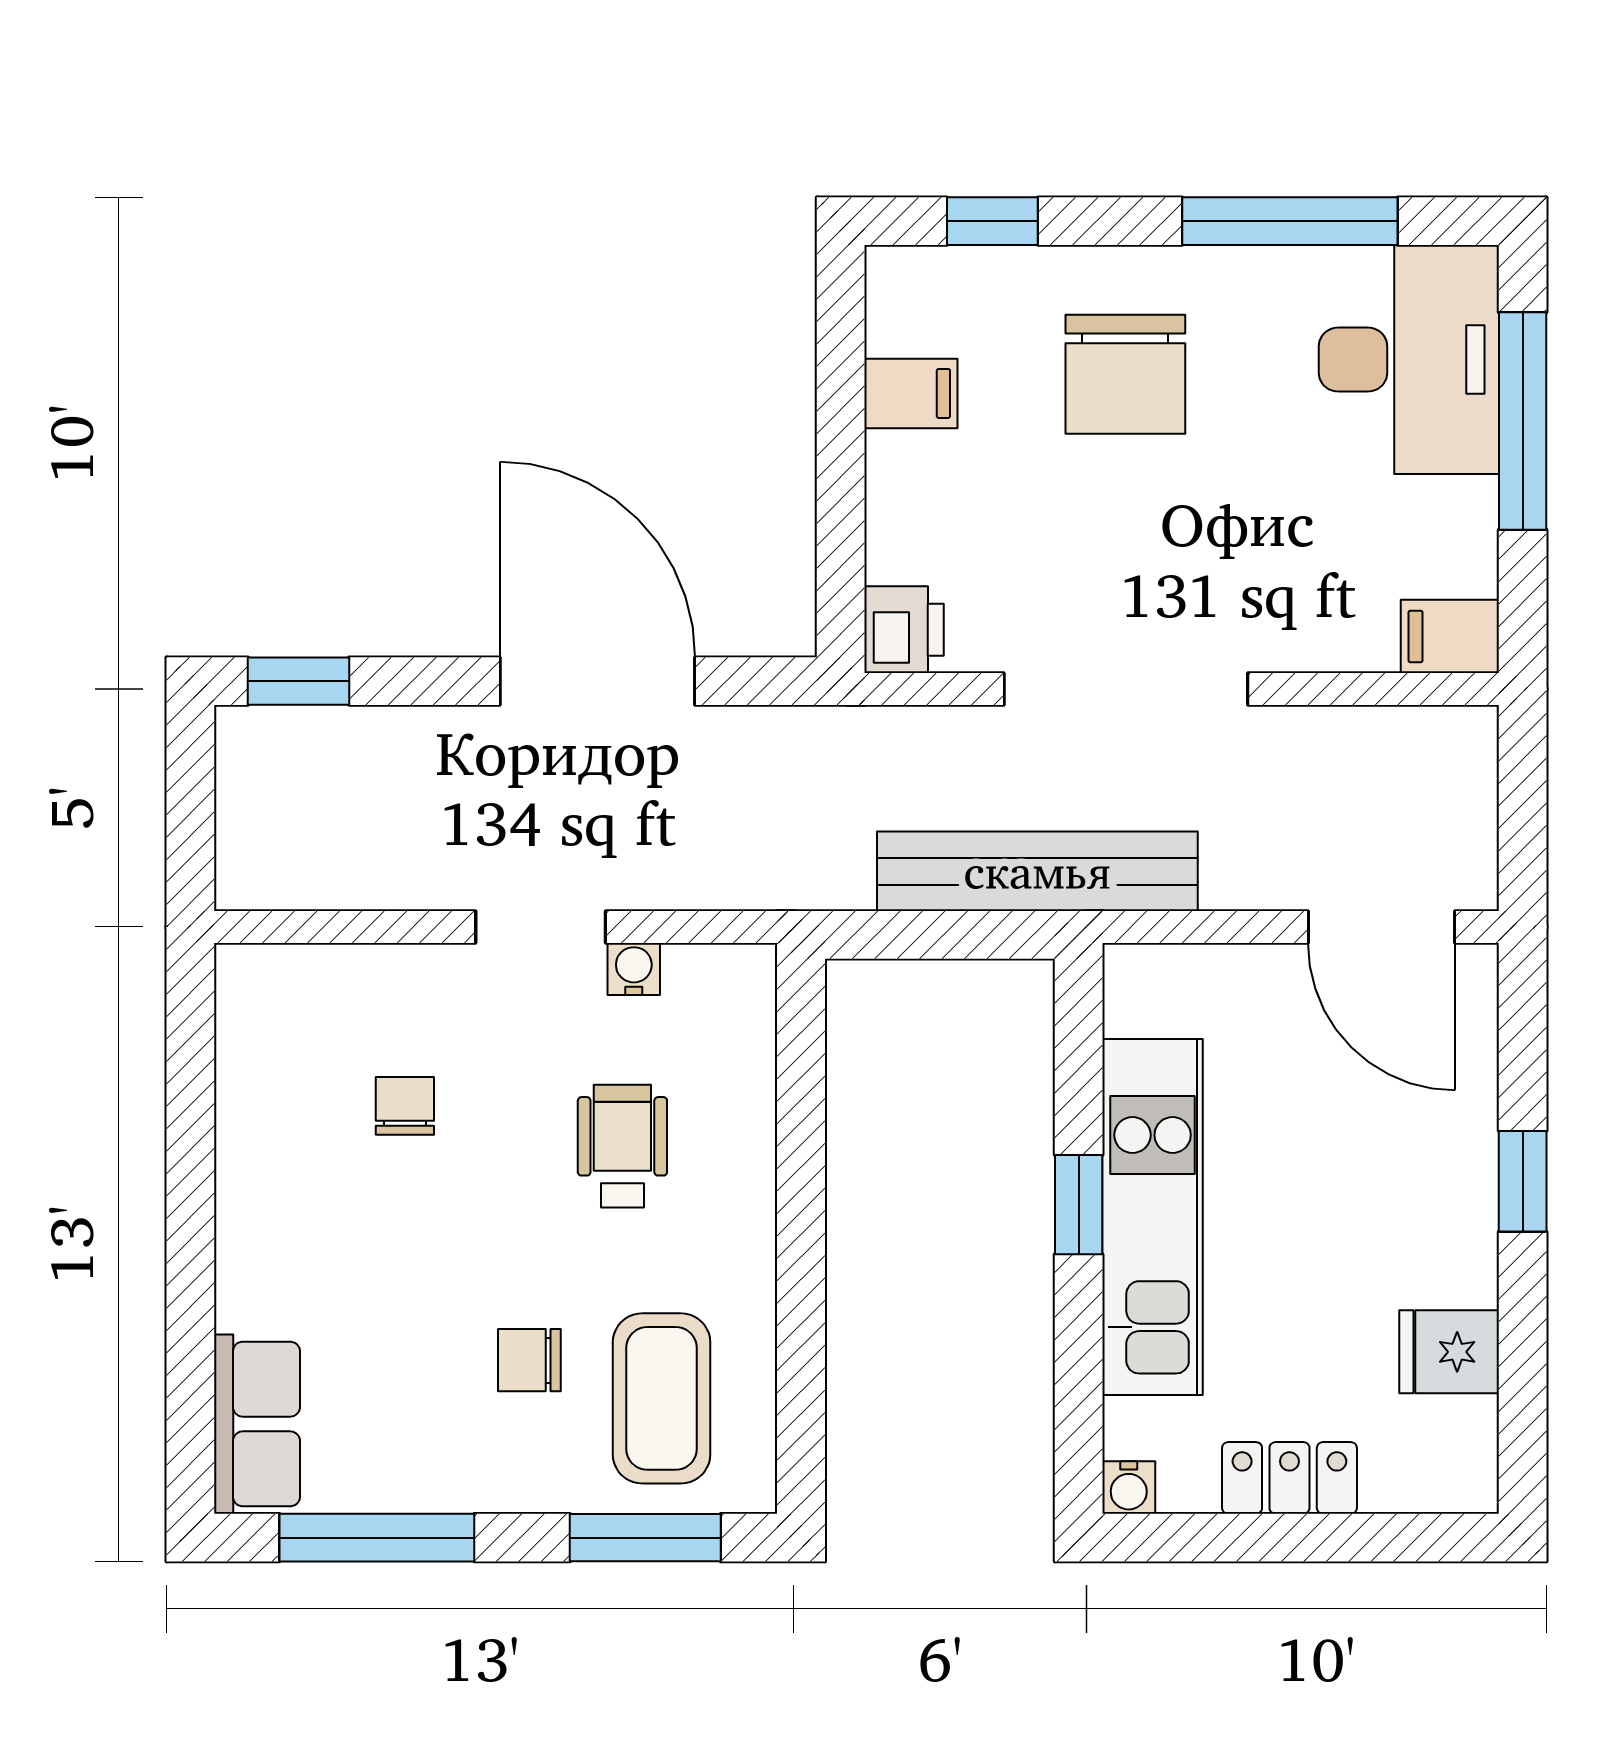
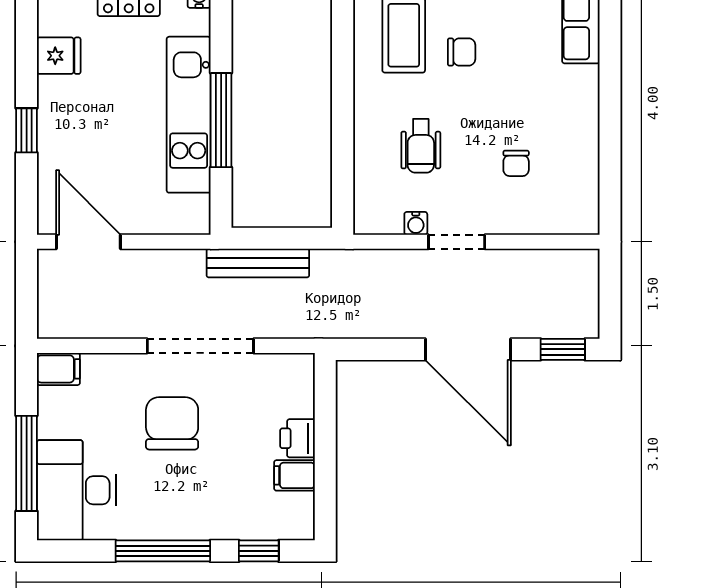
window: (1290, 221) -> (163, 551), moved
chair: (1125, 374) -> (172, 423), moved
printer: (904, 630) -> (297, 438), moved
door: (597, 681) -> (468, 349), moved
bench: (1037, 871) -> (258, 263), width x0.73, depth x0.82
window: (1079, 1205) -> (221, 120), width x2.17

